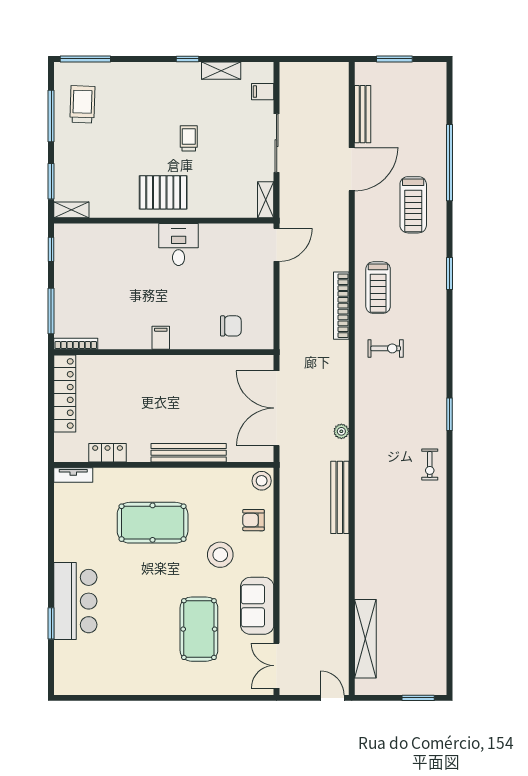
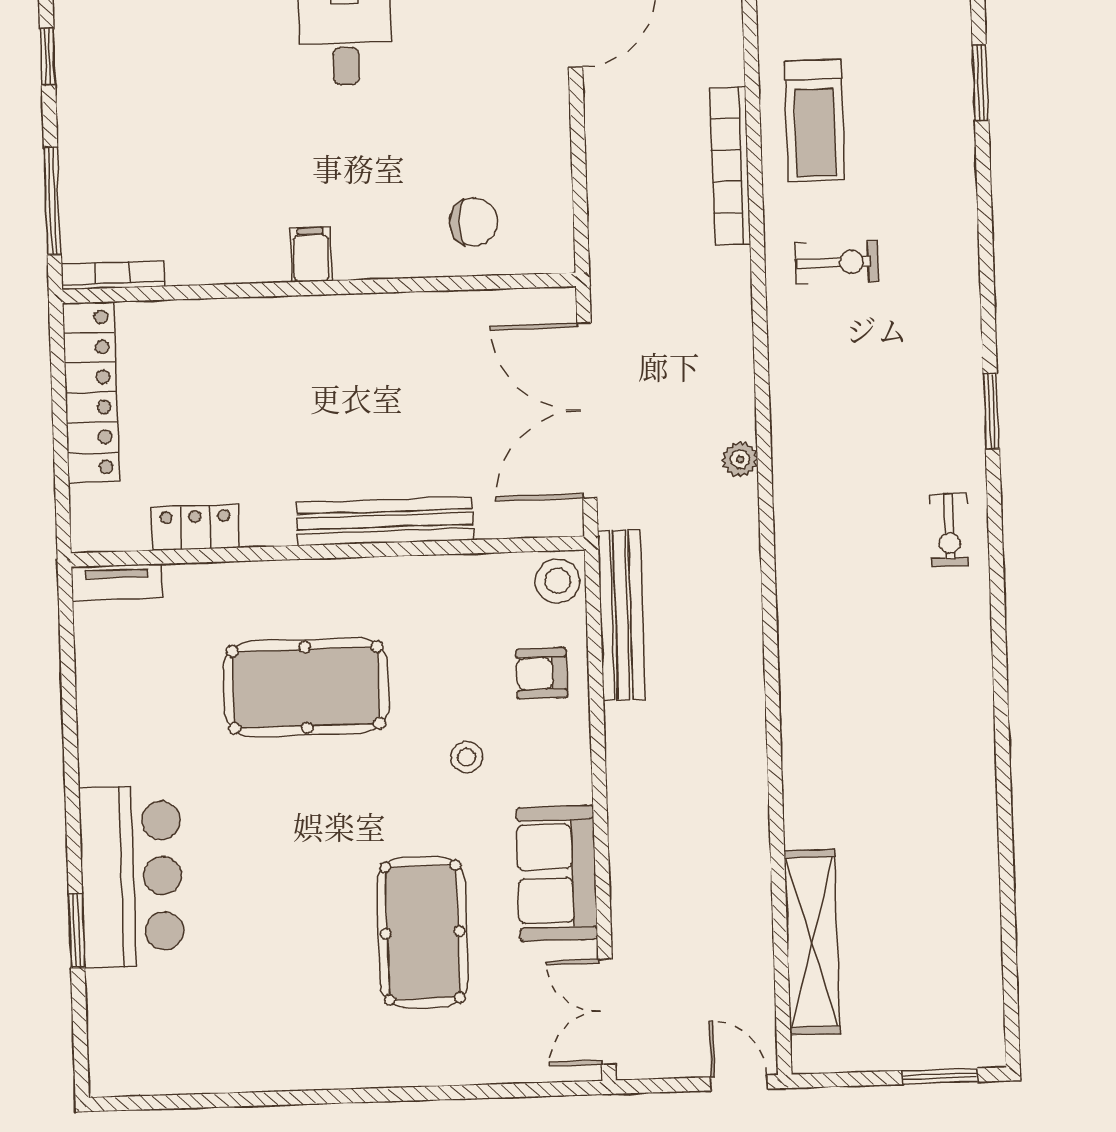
bench: (340, 497) -> (621, 615), moved
stool: (220, 555) -> (467, 757), width x0.53, depth x0.53

